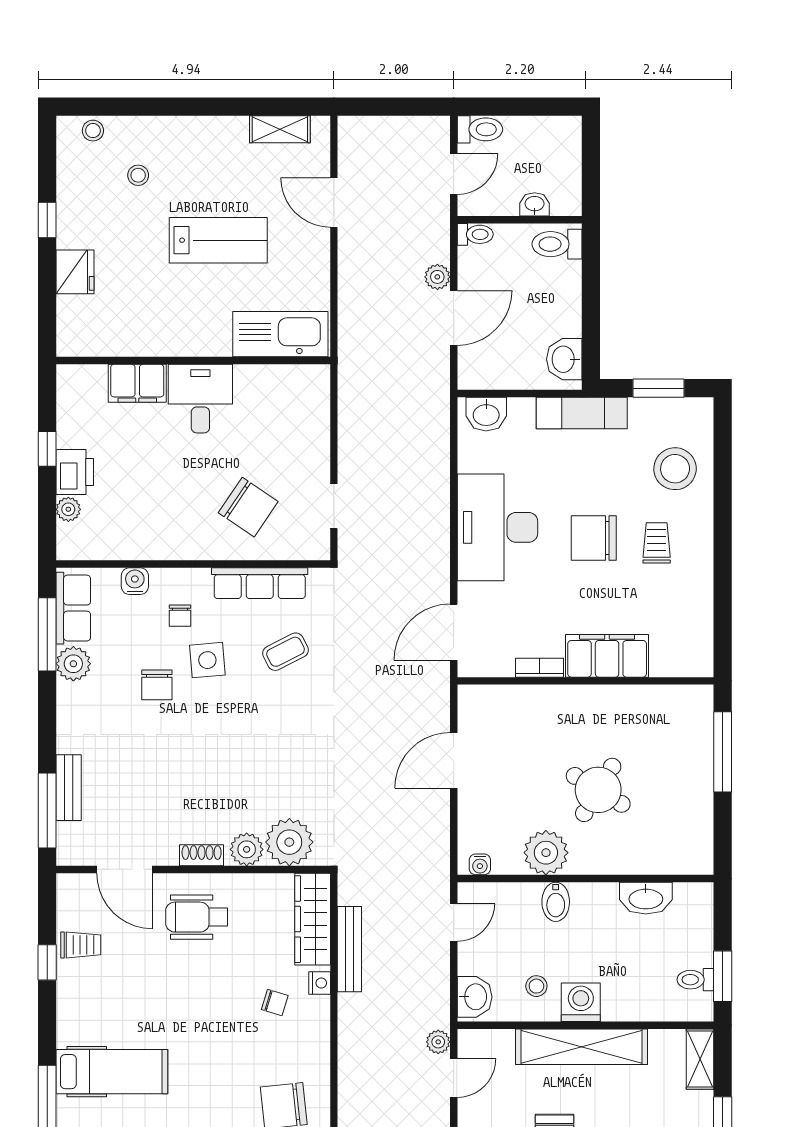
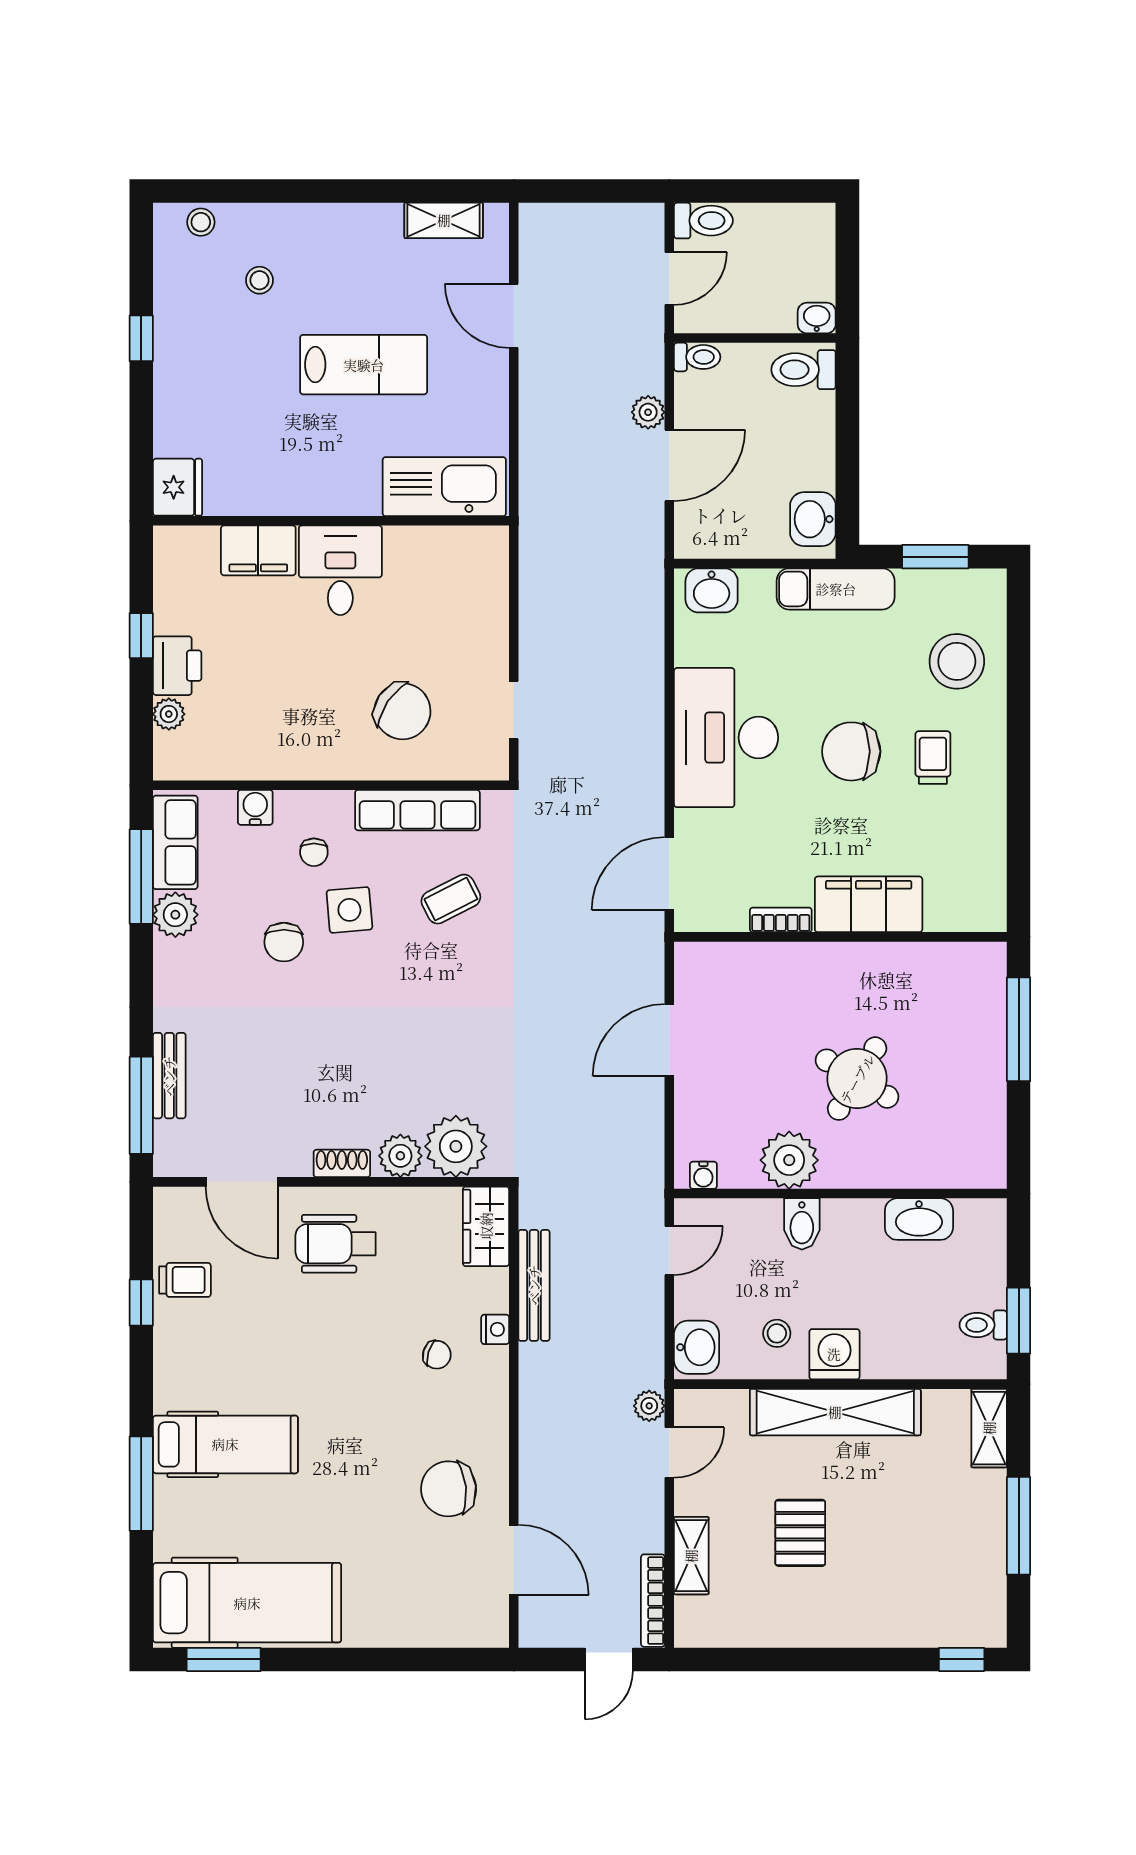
washbasin: (535, 204) -> (817, 318), moved
fridge: (75, 272) -> (177, 487), moved
wardrobe: (313, 919) -> (486, 1226), width x0.67

